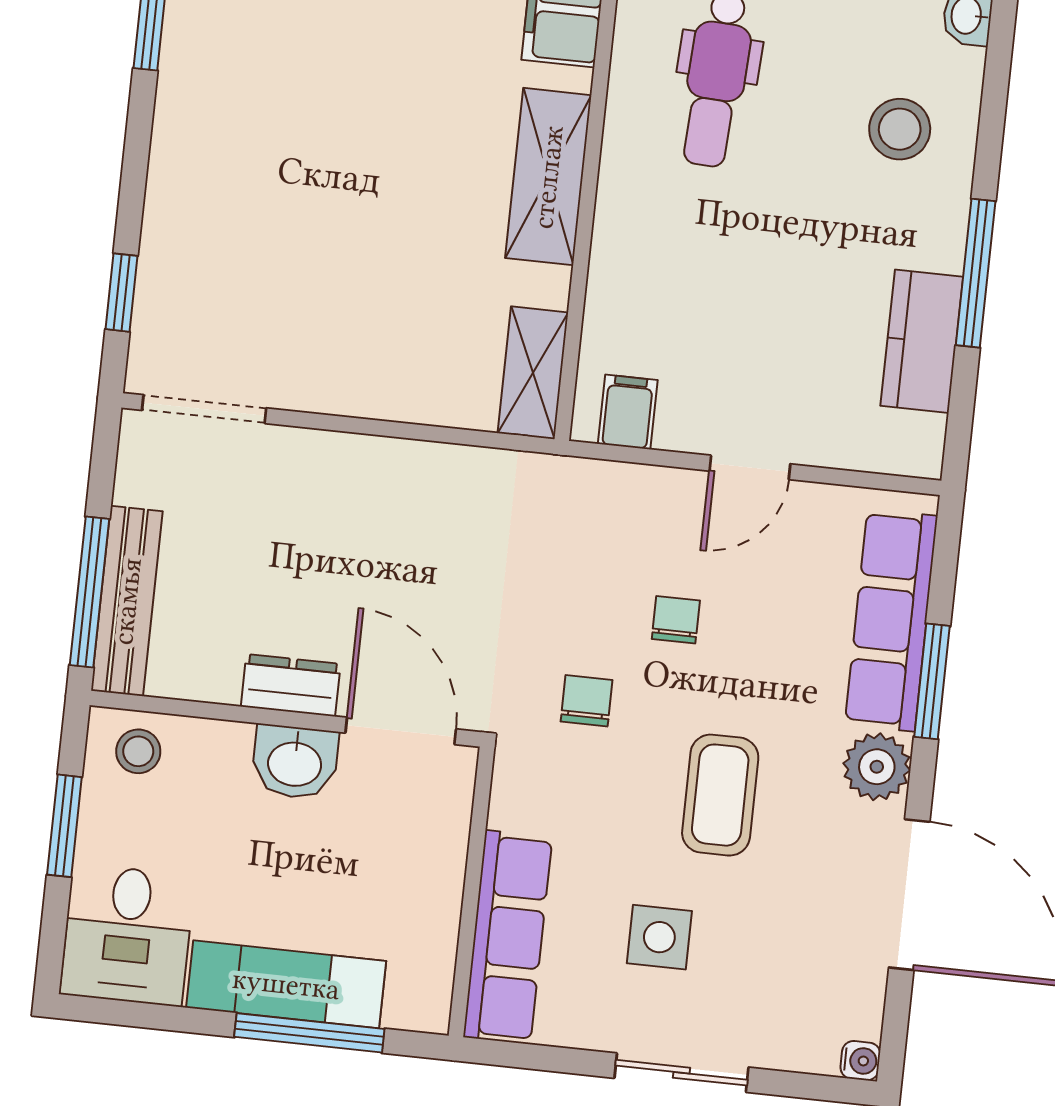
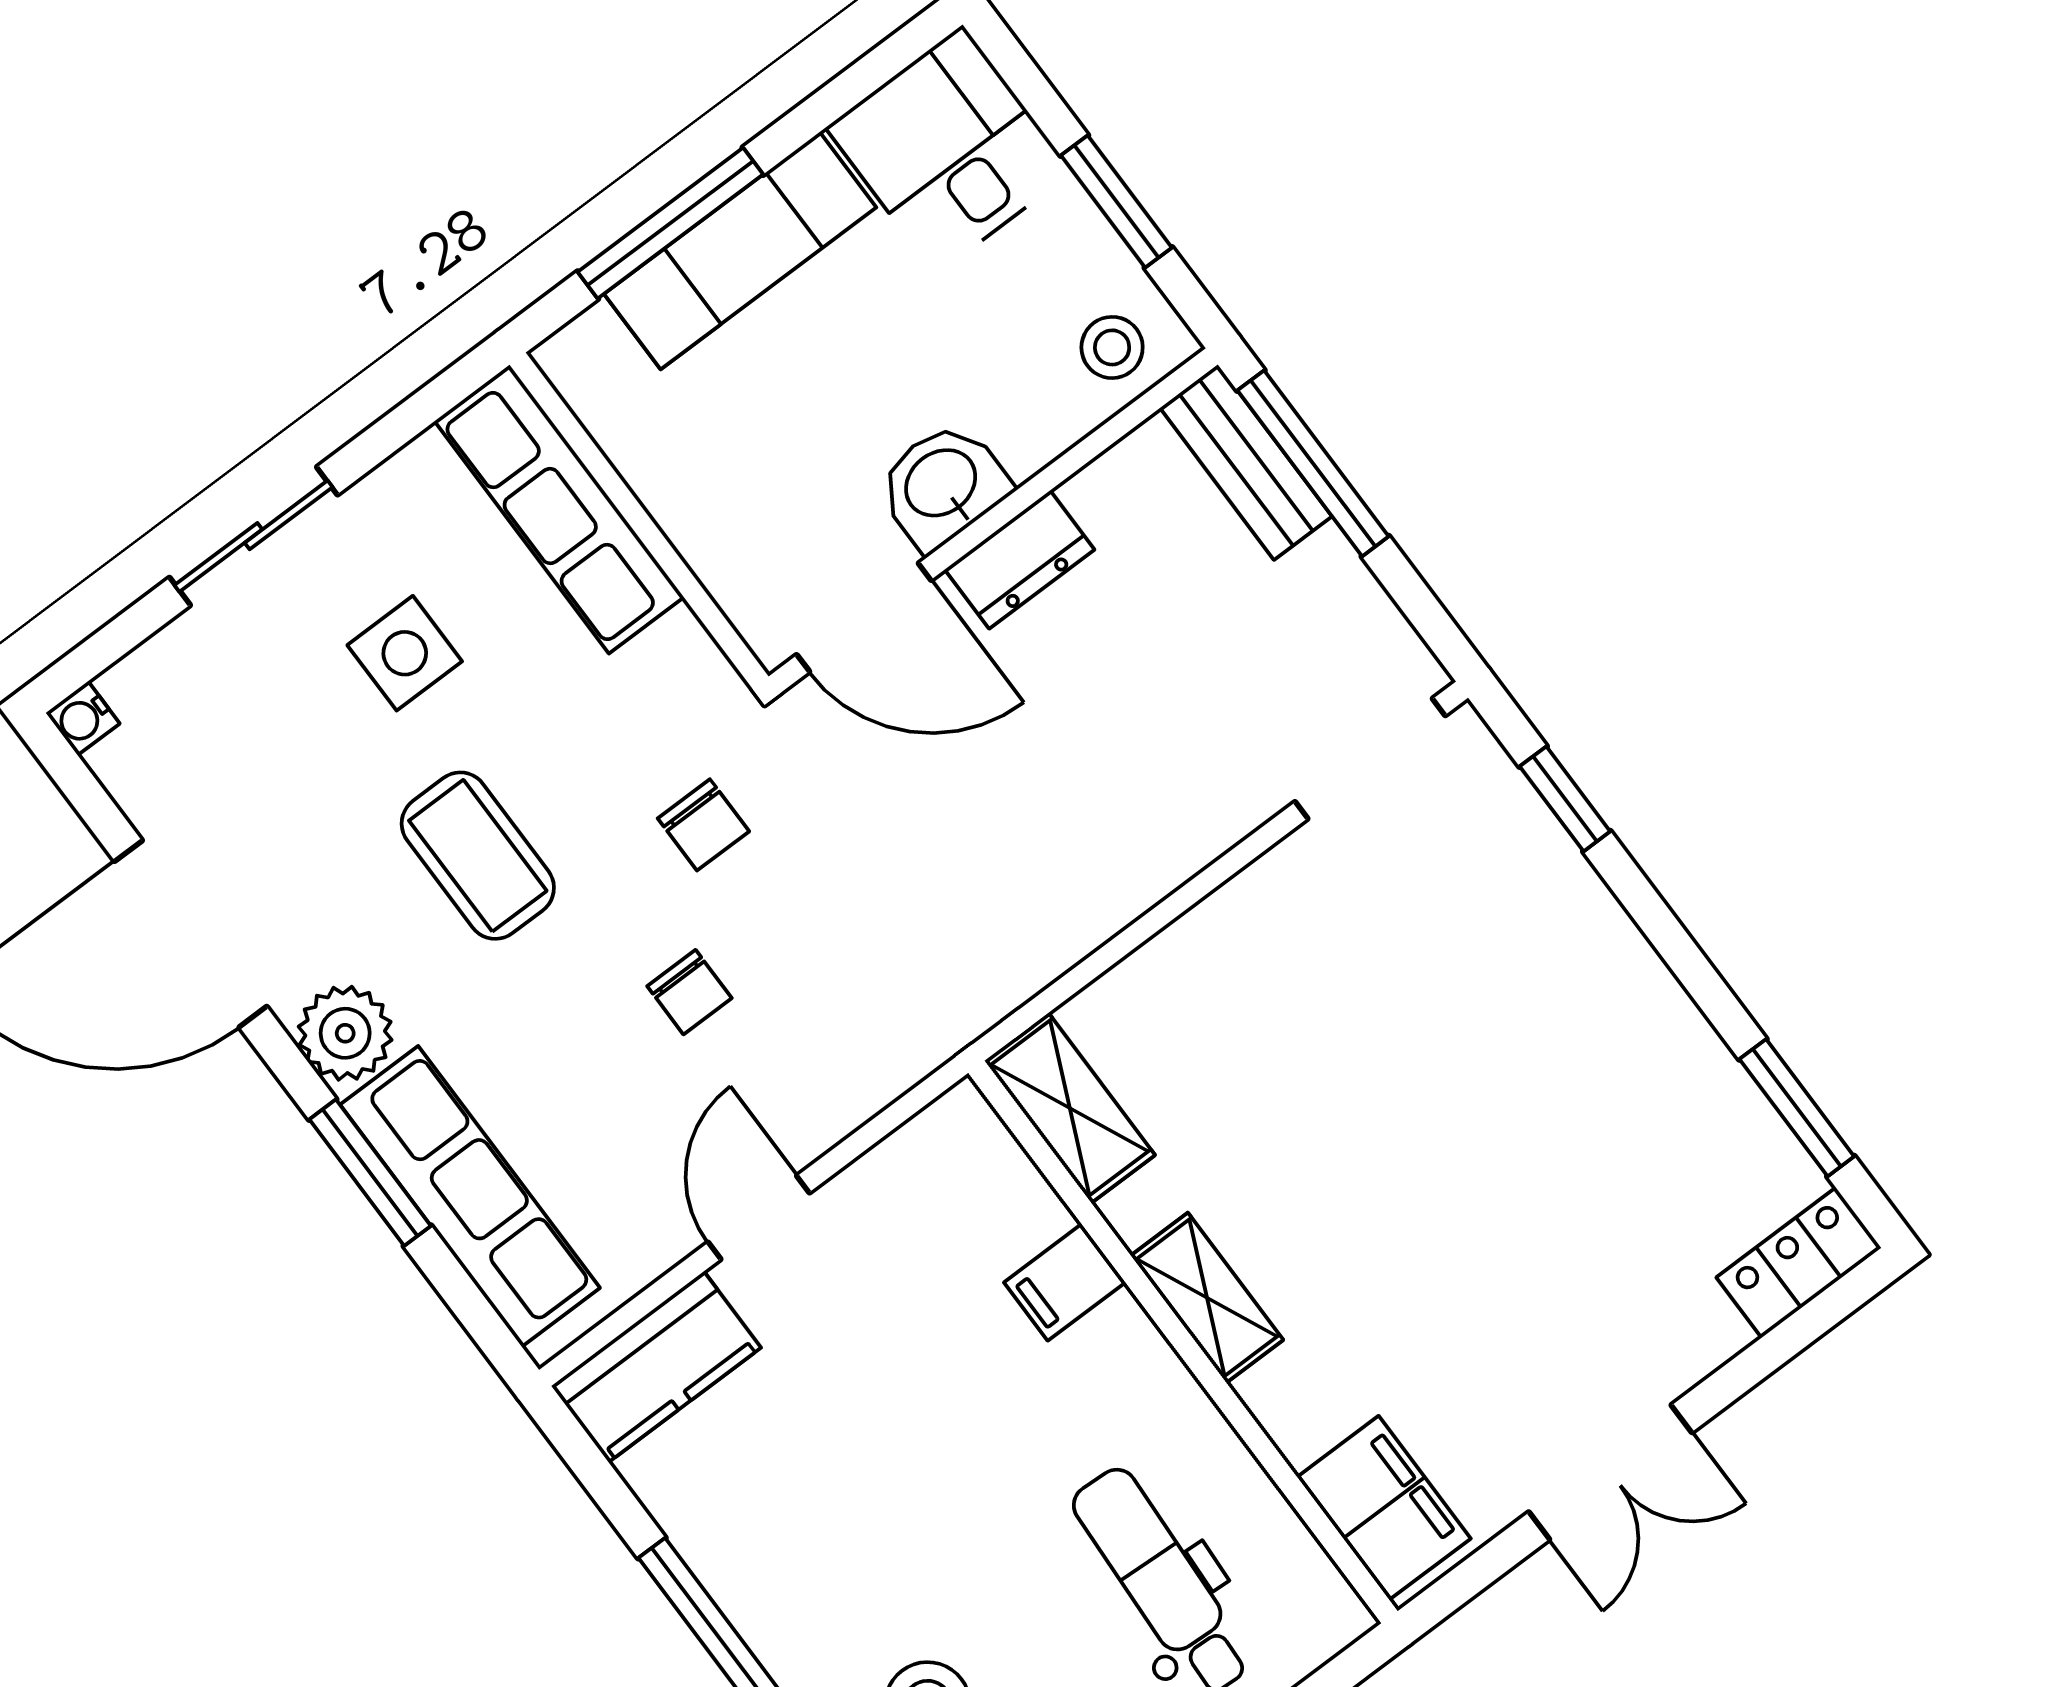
shelving: (548, 177) -> (1207, 1298), width x0.67, depth x0.75
kitchen counter: (922, 341) -> (656, 1367), moved, turned 90
filing cabinet: (628, 412) -> (1065, 1282), moved, turned 90
bench: (127, 601) -> (1246, 462), width x0.73

